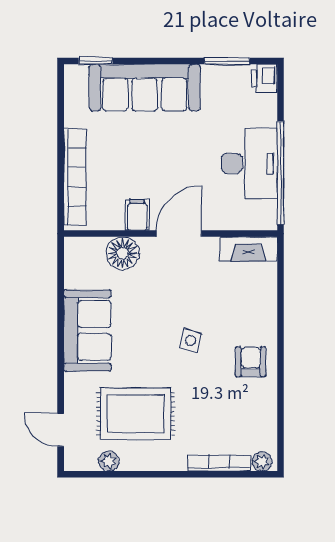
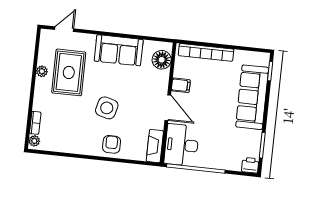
desk: (249, 163) -> (182, 145), moved, turned 90
floor lamp: (123, 253) -> (162, 60), moved
side table: (191, 341) -> (107, 108), width x1.87, depth x1.87
armchair: (251, 362) -> (112, 144), moved, turned -90
plant: (109, 461) -> (42, 71), moved
bookcase: (219, 463) -> (35, 123), width x0.64

